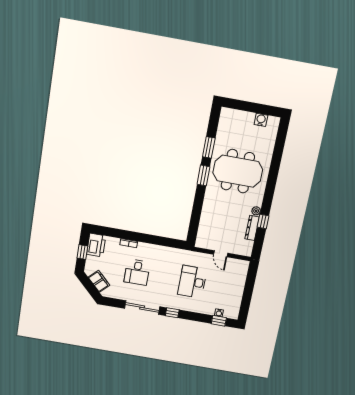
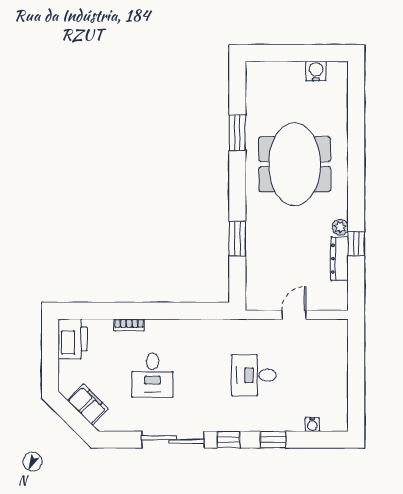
meeting table: (238, 171) -> (295, 164), turned 90
window: (203, 175) -> (237, 239), moved
window: (82, 252) -> (50, 356), removed
door: (221, 254) -> (294, 315), swing flipped
desk: (192, 282) -> (254, 375), width x0.73
window: (219, 321) -> (273, 440), moved

